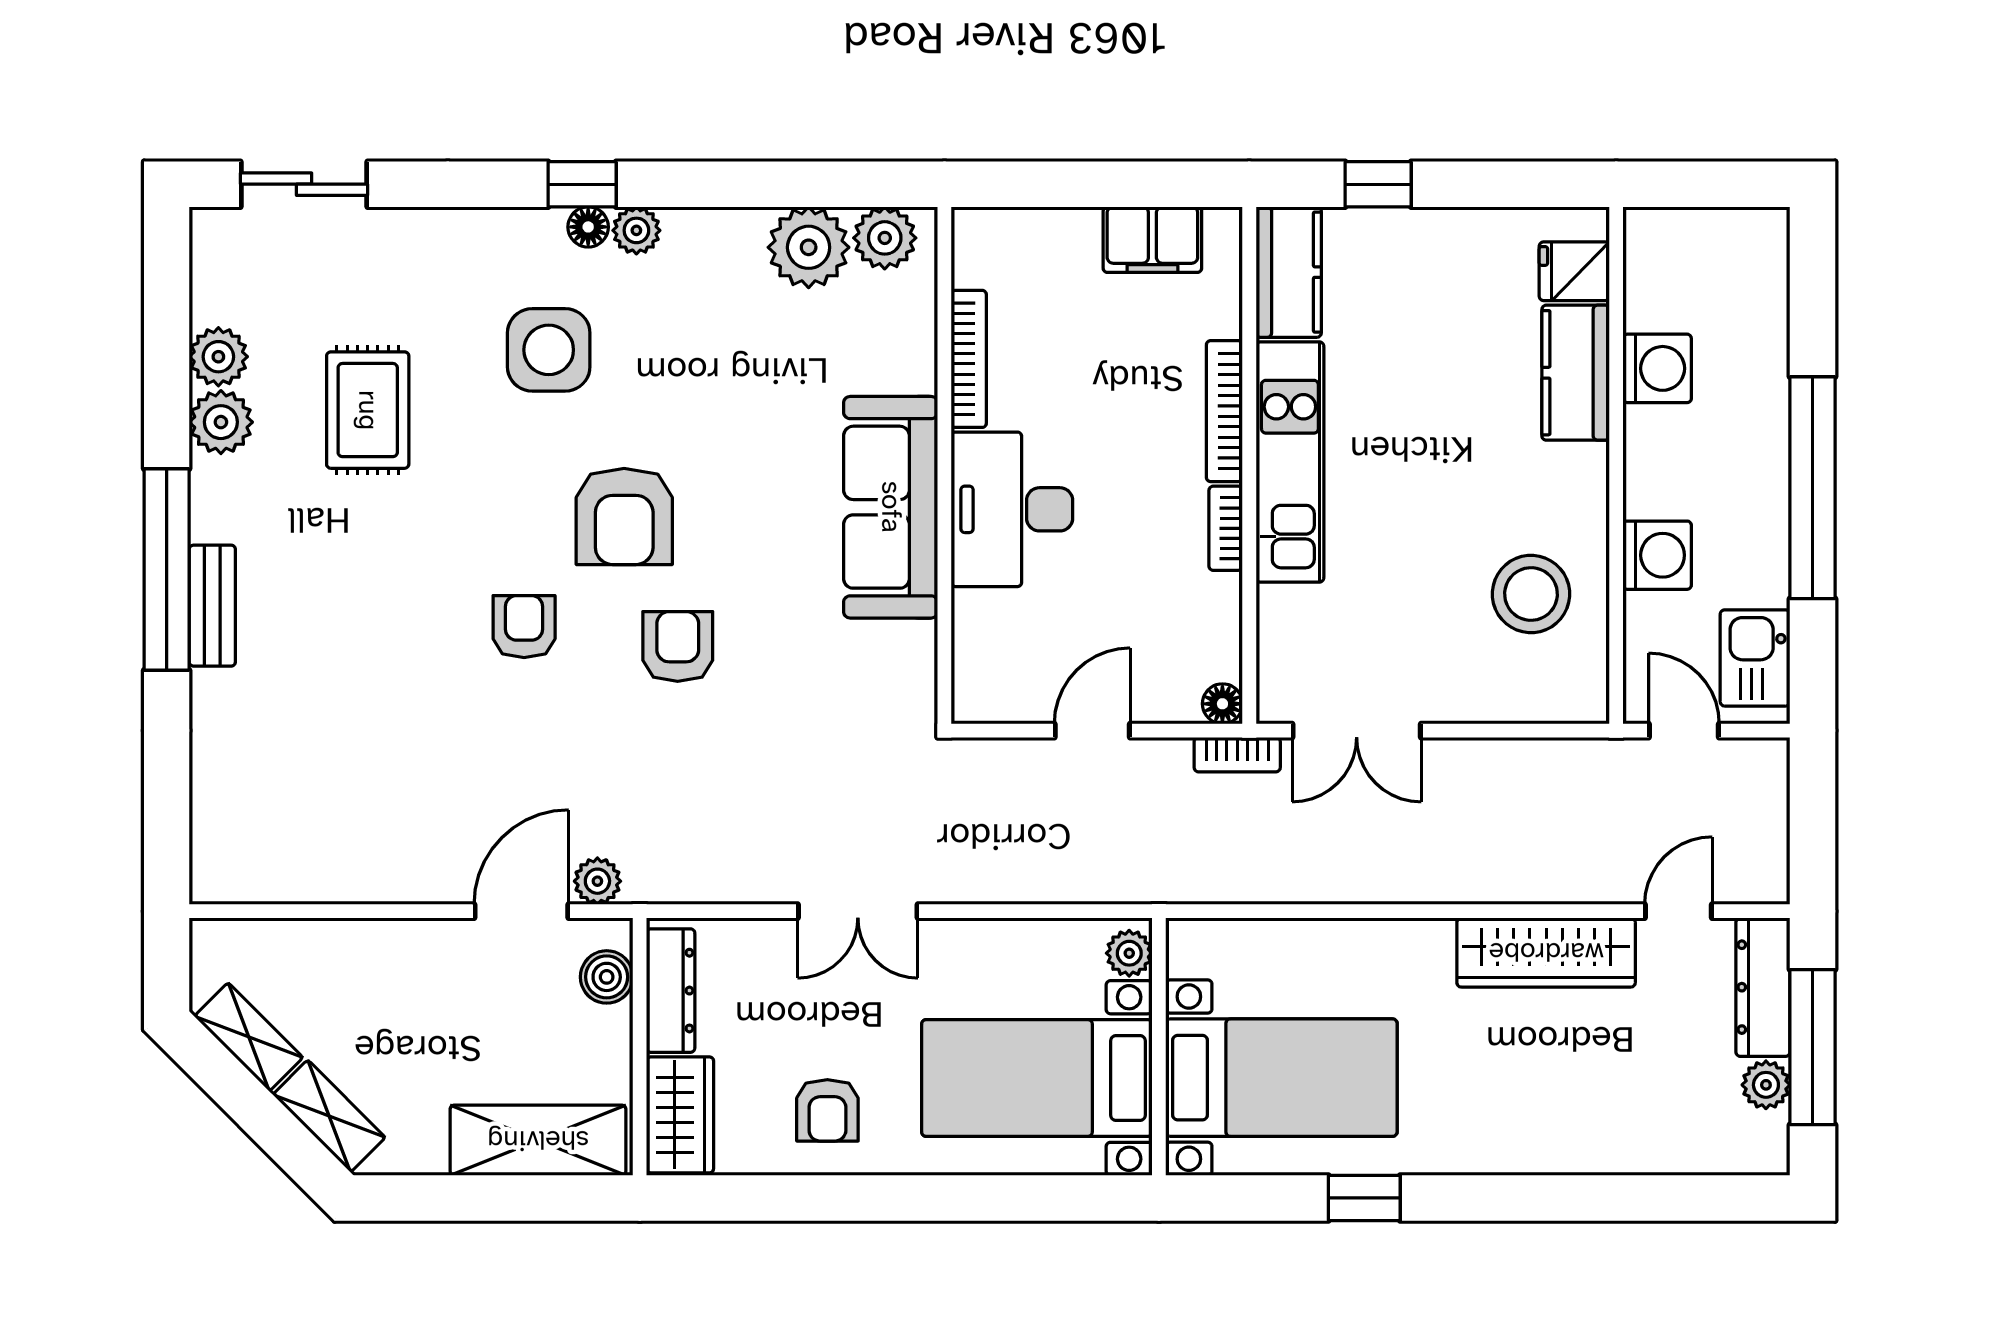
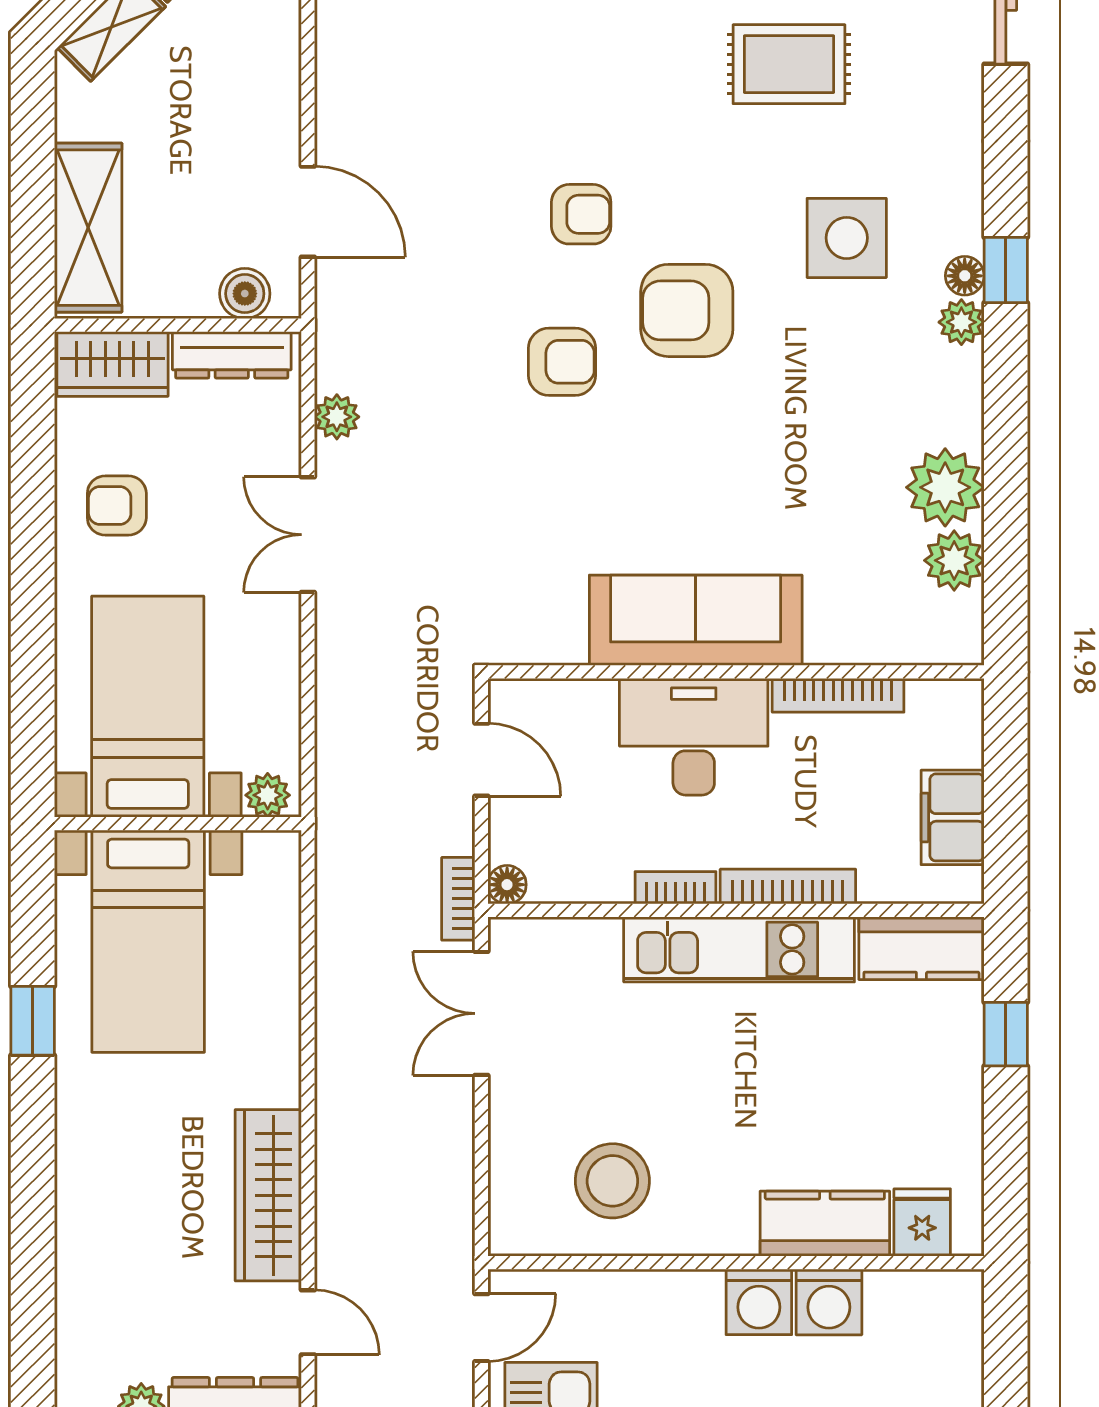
bookcase: (969, 359) -> (838, 695), moved
wall: (944, 465) -> (736, 672), moved
sofa: (891, 507) -> (696, 620), moved
desk: (1012, 509) -> (694, 737), moved
washing machine: (1657, 555) -> (759, 1302), moved
plant: (597, 881) -> (337, 417), moved

